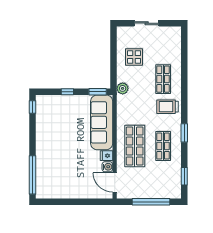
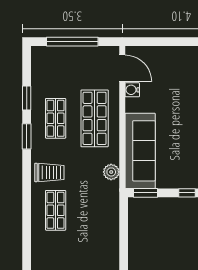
display table: (134, 57) -> (95, 241), removed
plant: (123, 88) -> (111, 172), moved
fridge: (107, 156) -> (133, 105), removed
window: (184, 176) -> (27, 98), moved

